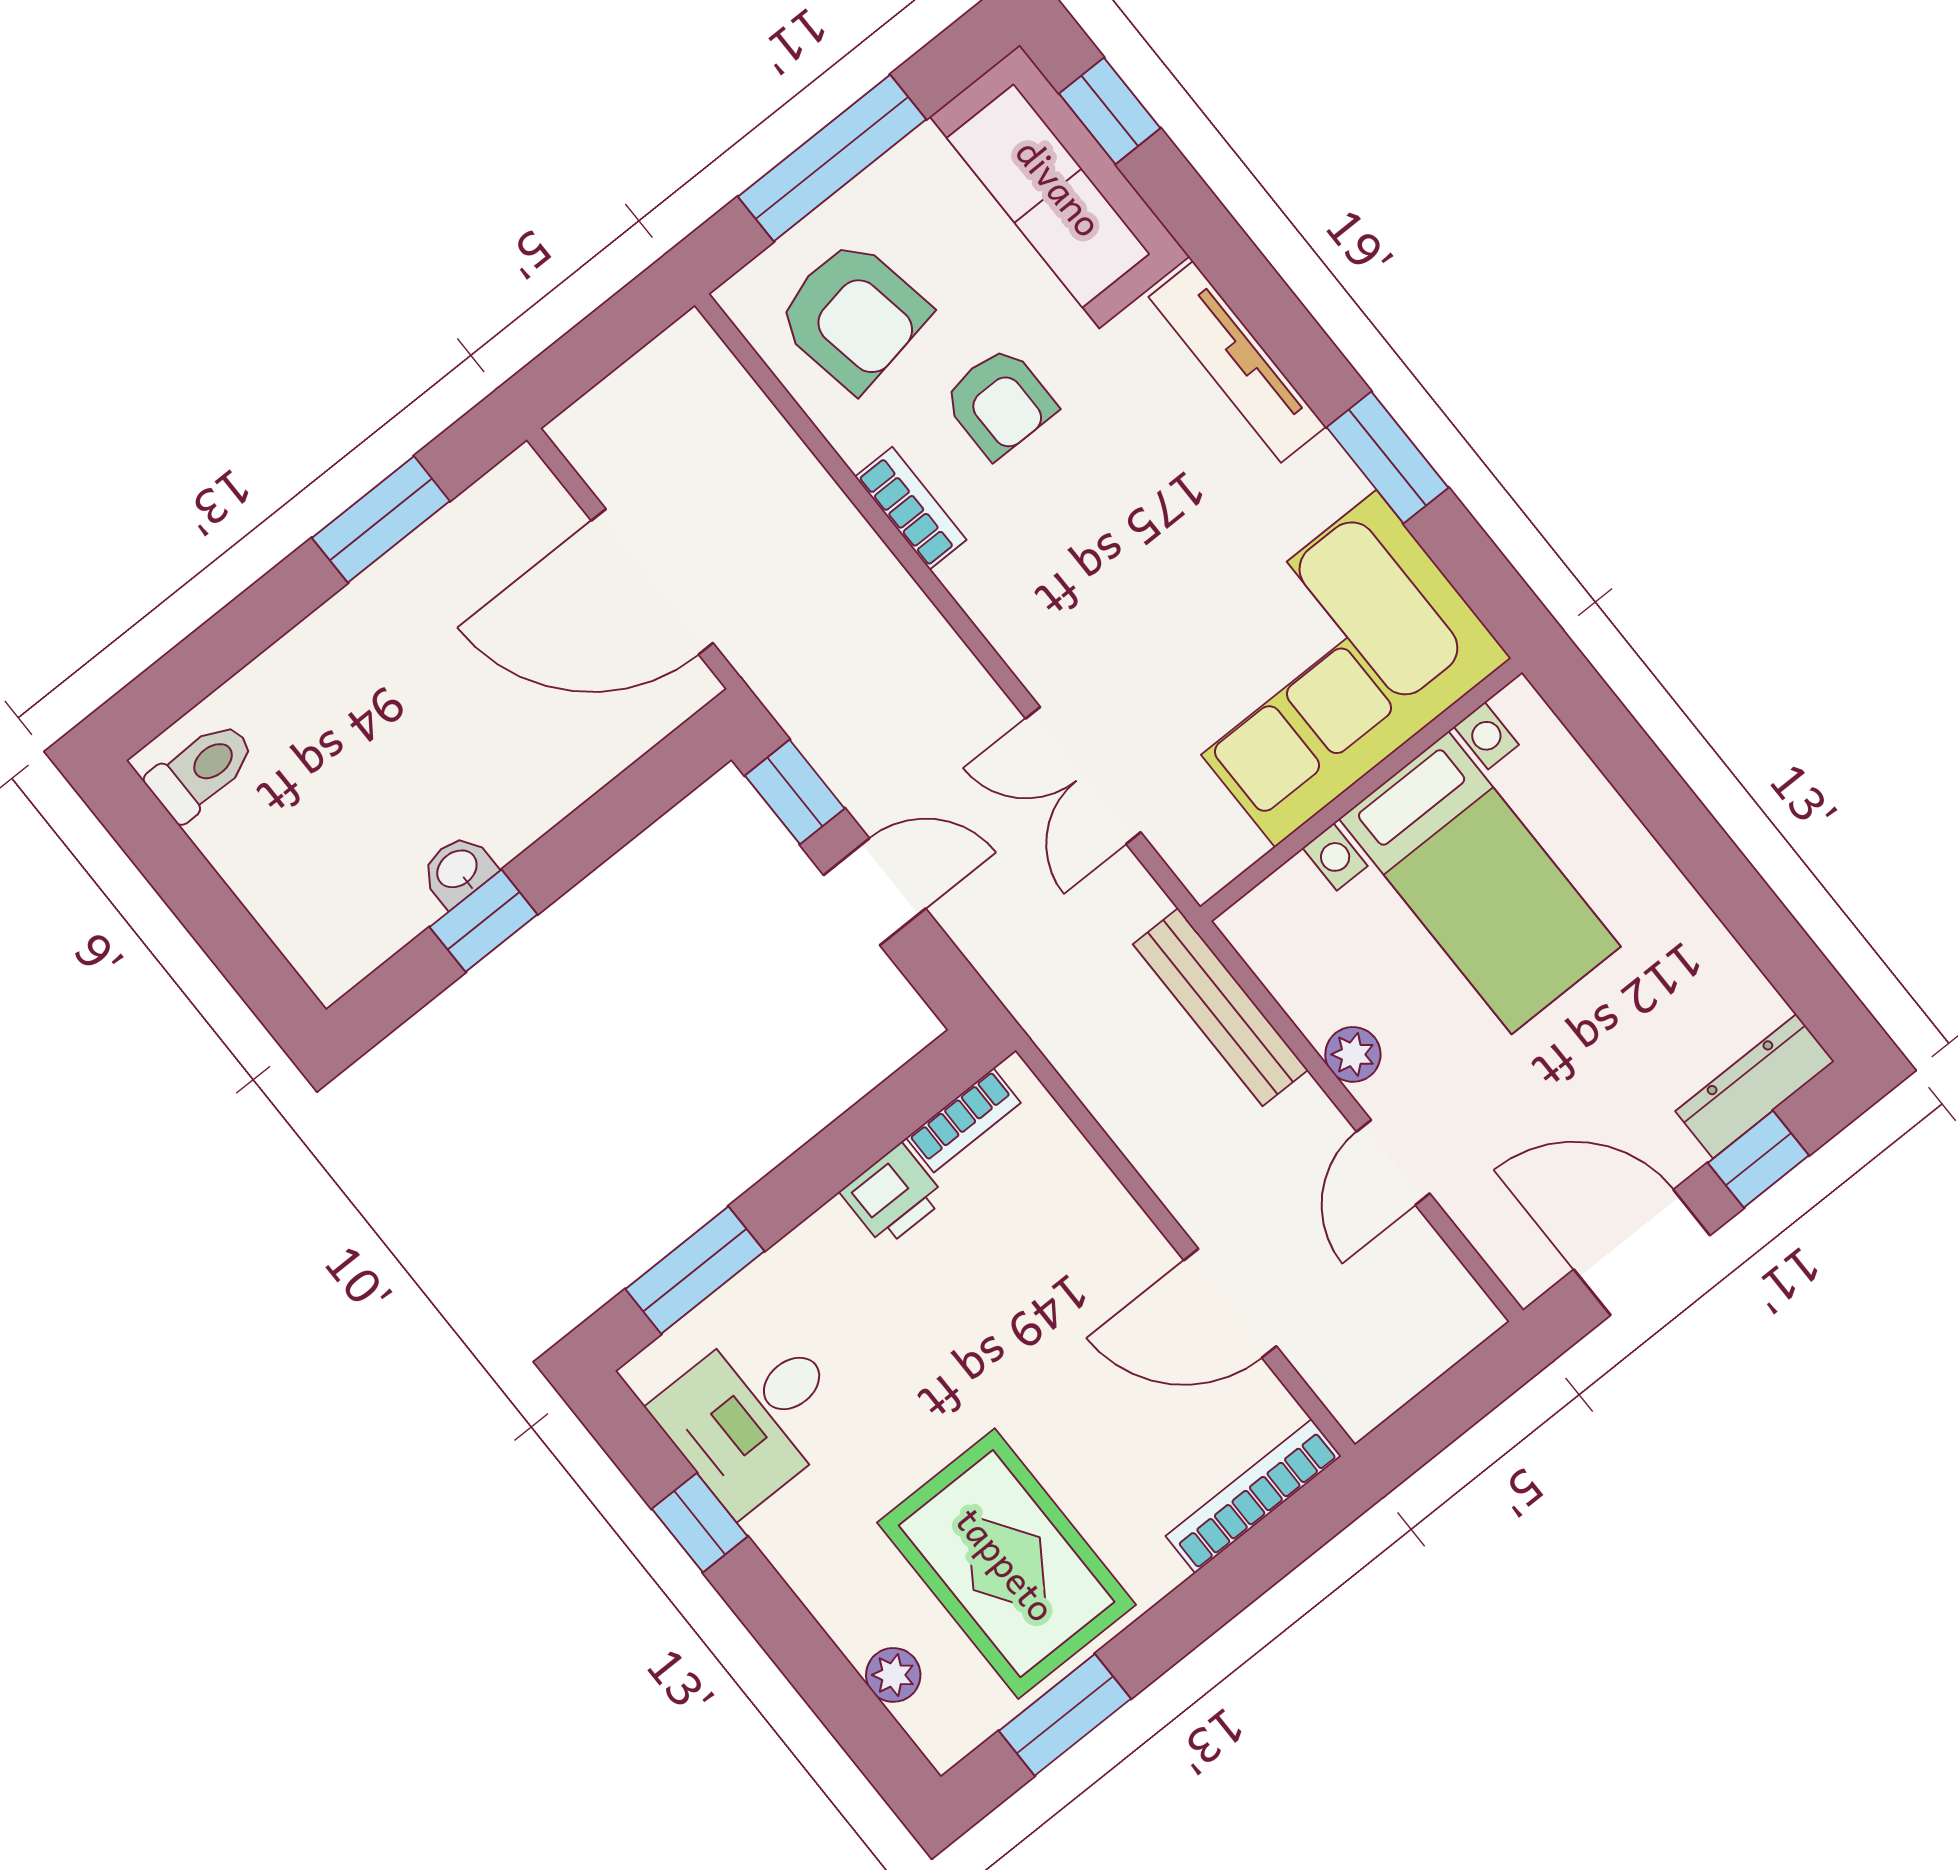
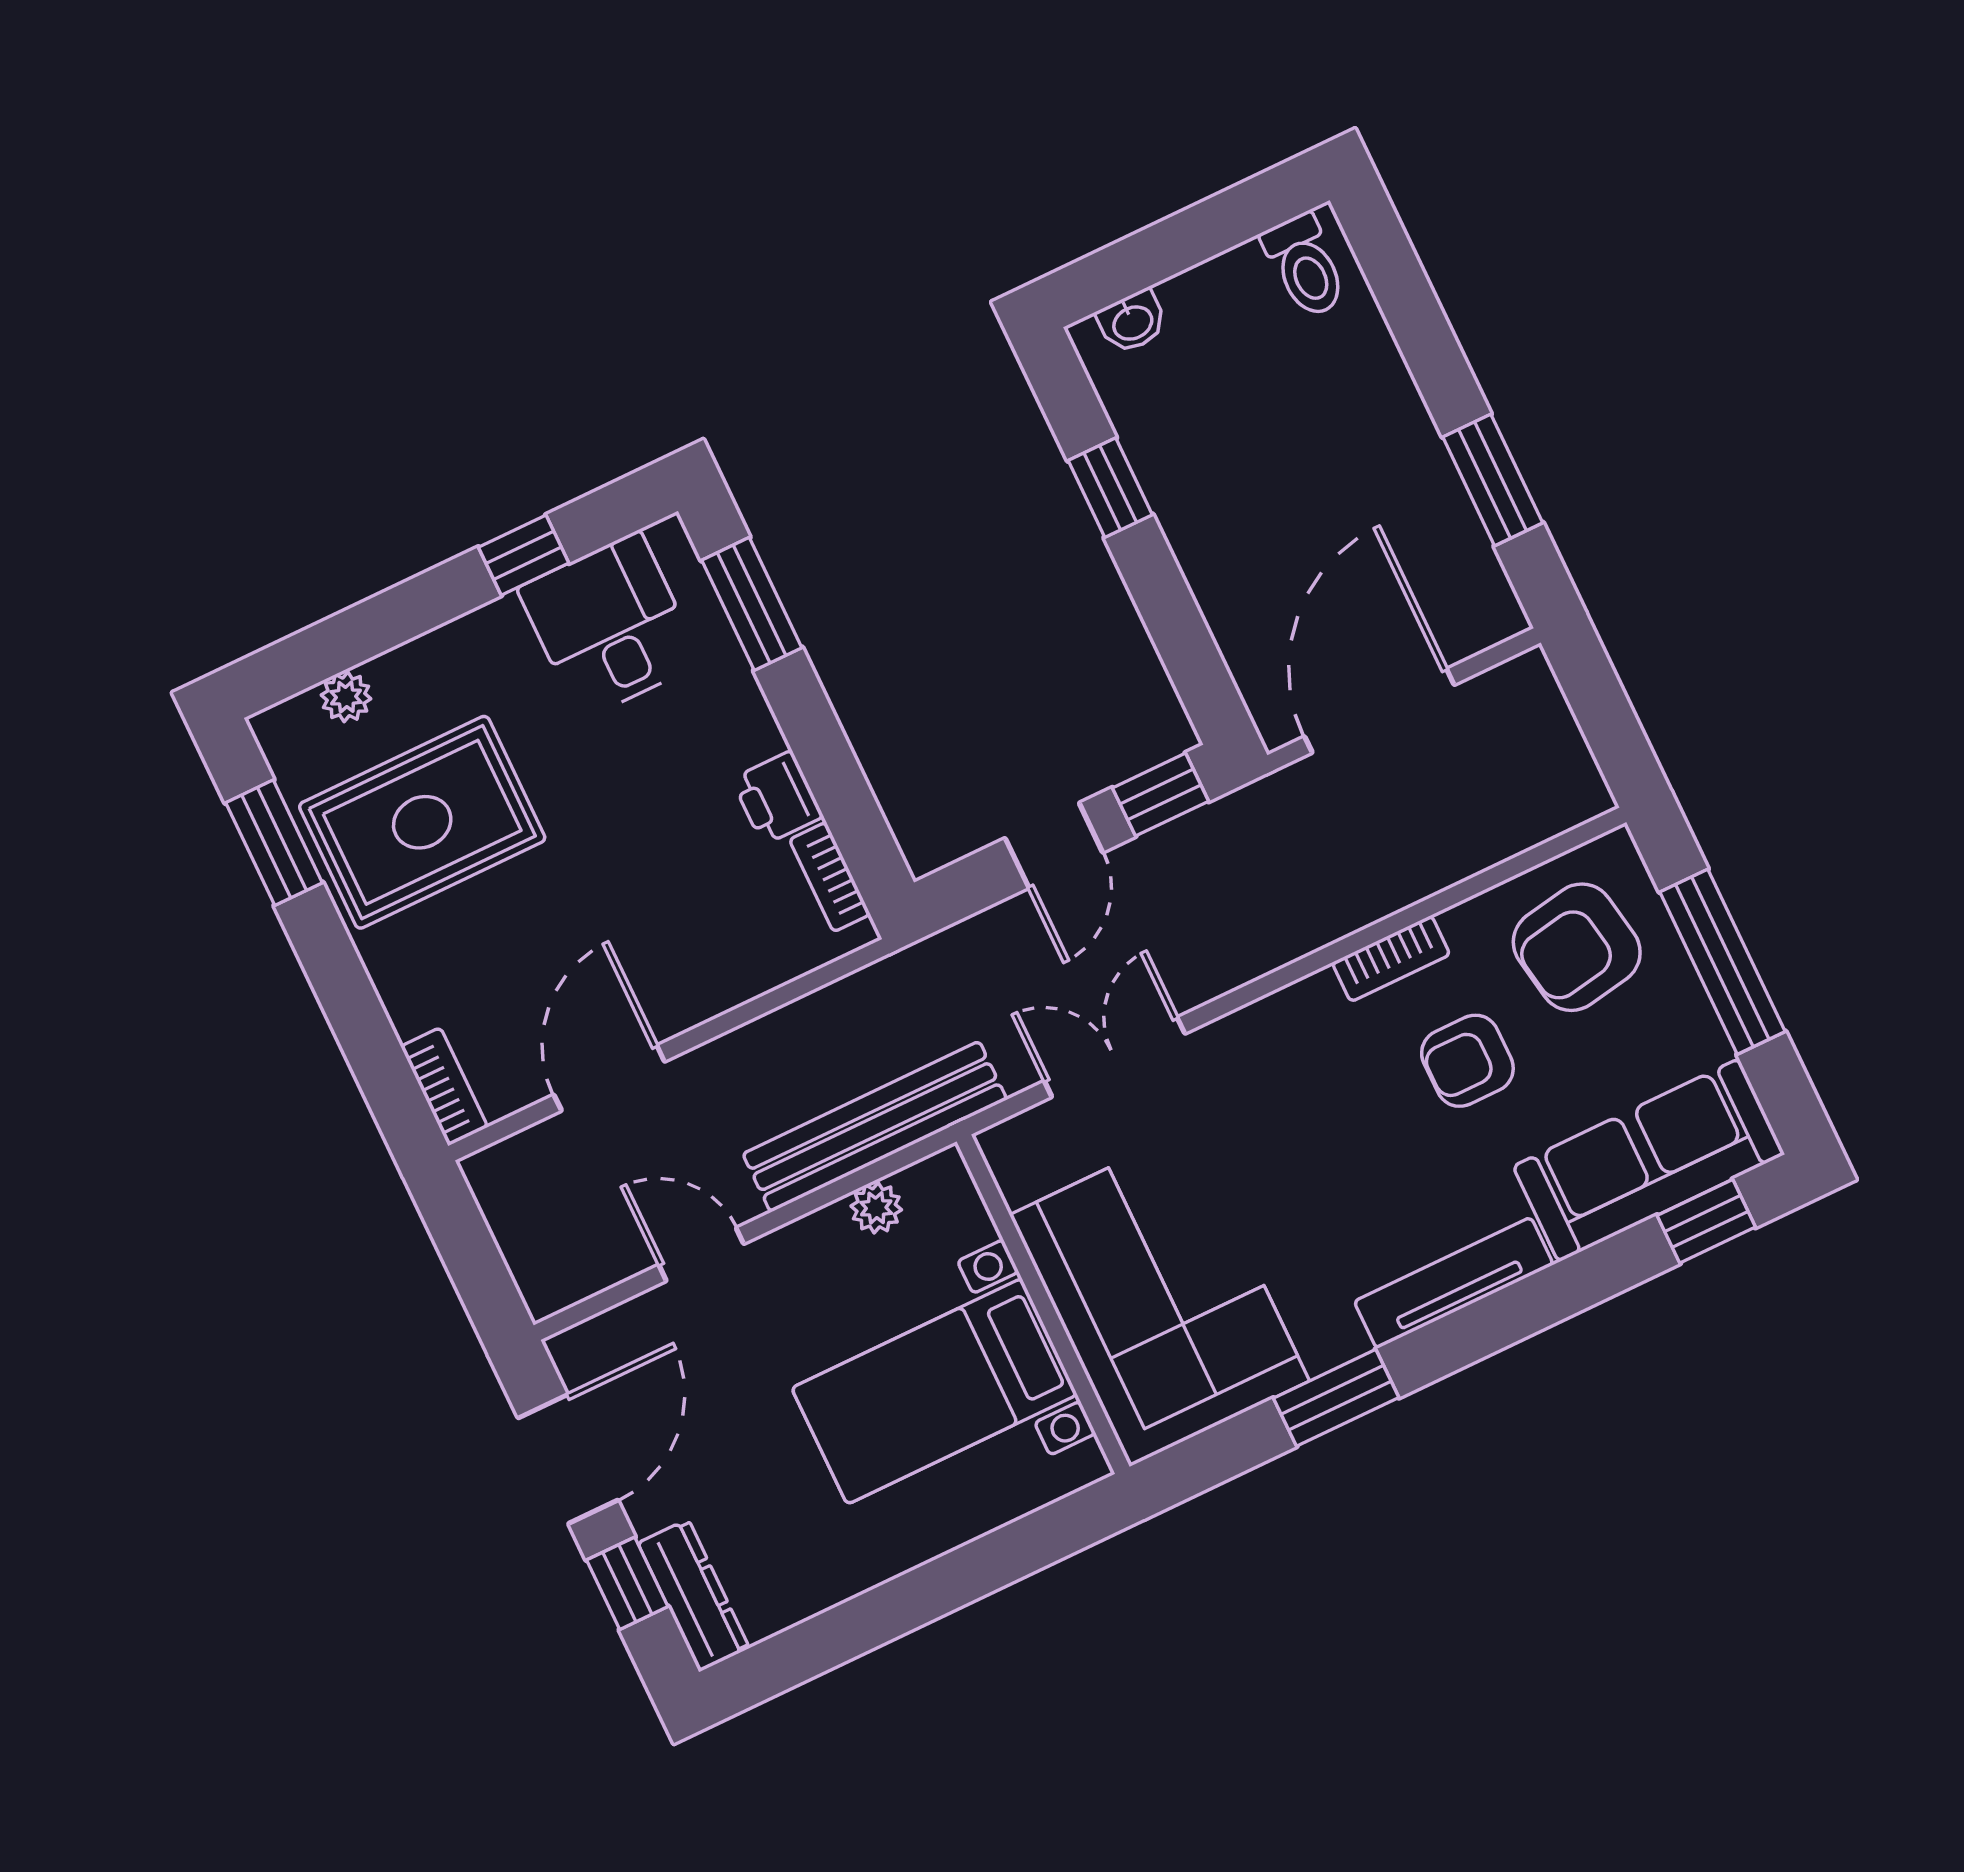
washbasin: (458, 870) -> (1132, 322), moved, turned 90
bench: (1220, 1007) -> (875, 1127), width x1.37, depth x1.21
plant: (1353, 1054) -> (876, 1208), moved
bookcase: (1254, 1496) -> (444, 1087), width x0.64

